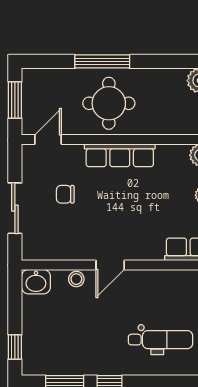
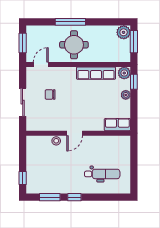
row of seats: (120, 155) -> (96, 73), moved
washbasin: (36, 282) -> (34, 142), removed

